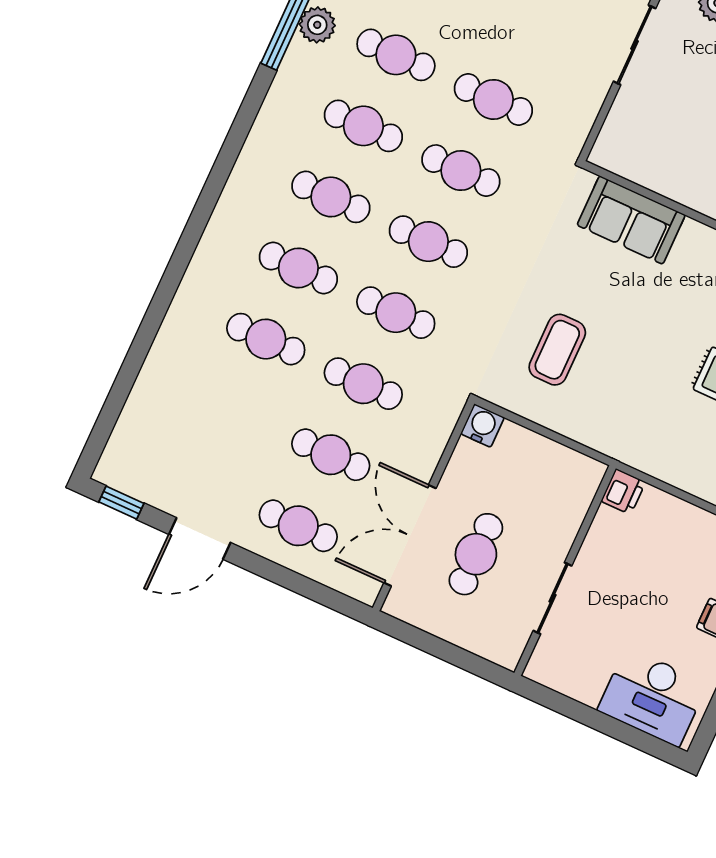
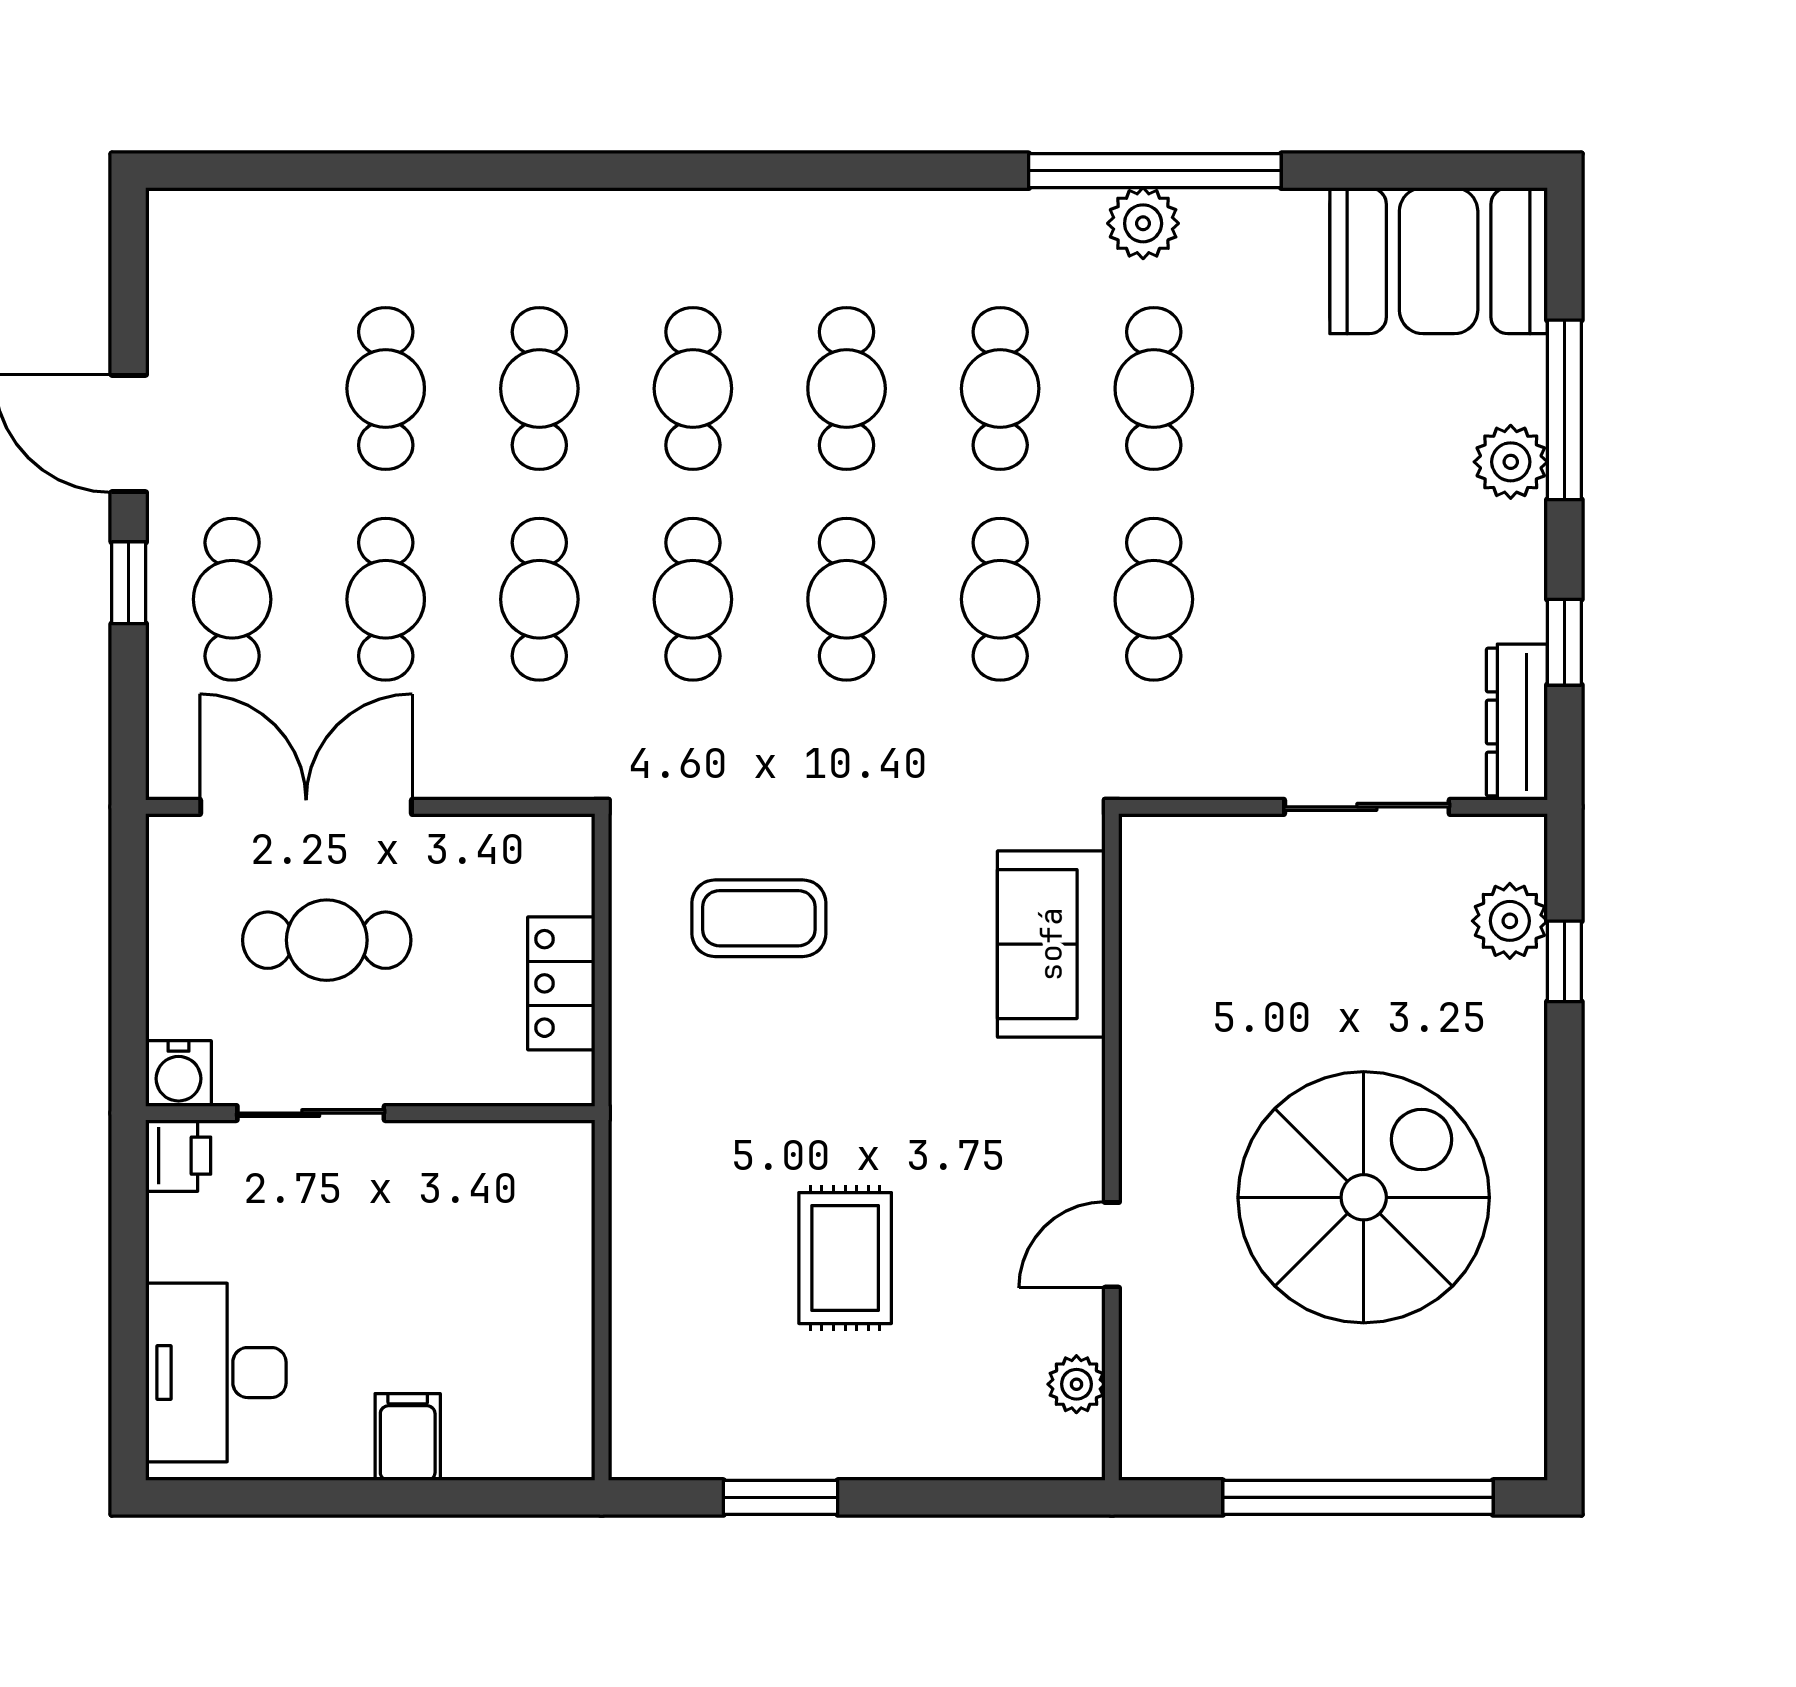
cafe table: (233, 410) -> (386, 389), added
water cooler: (482, 426) -> (179, 1073), moved, turned 90
locker: (546, 455) -> (561, 983), added
printer: (623, 492) -> (178, 1156), moved, turned -90
window: (121, 503) -> (129, 583), moved

